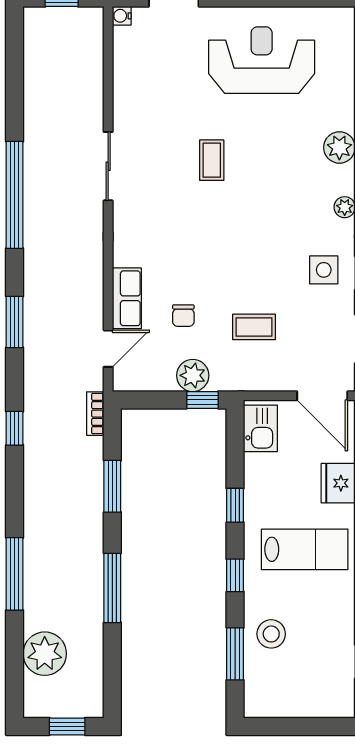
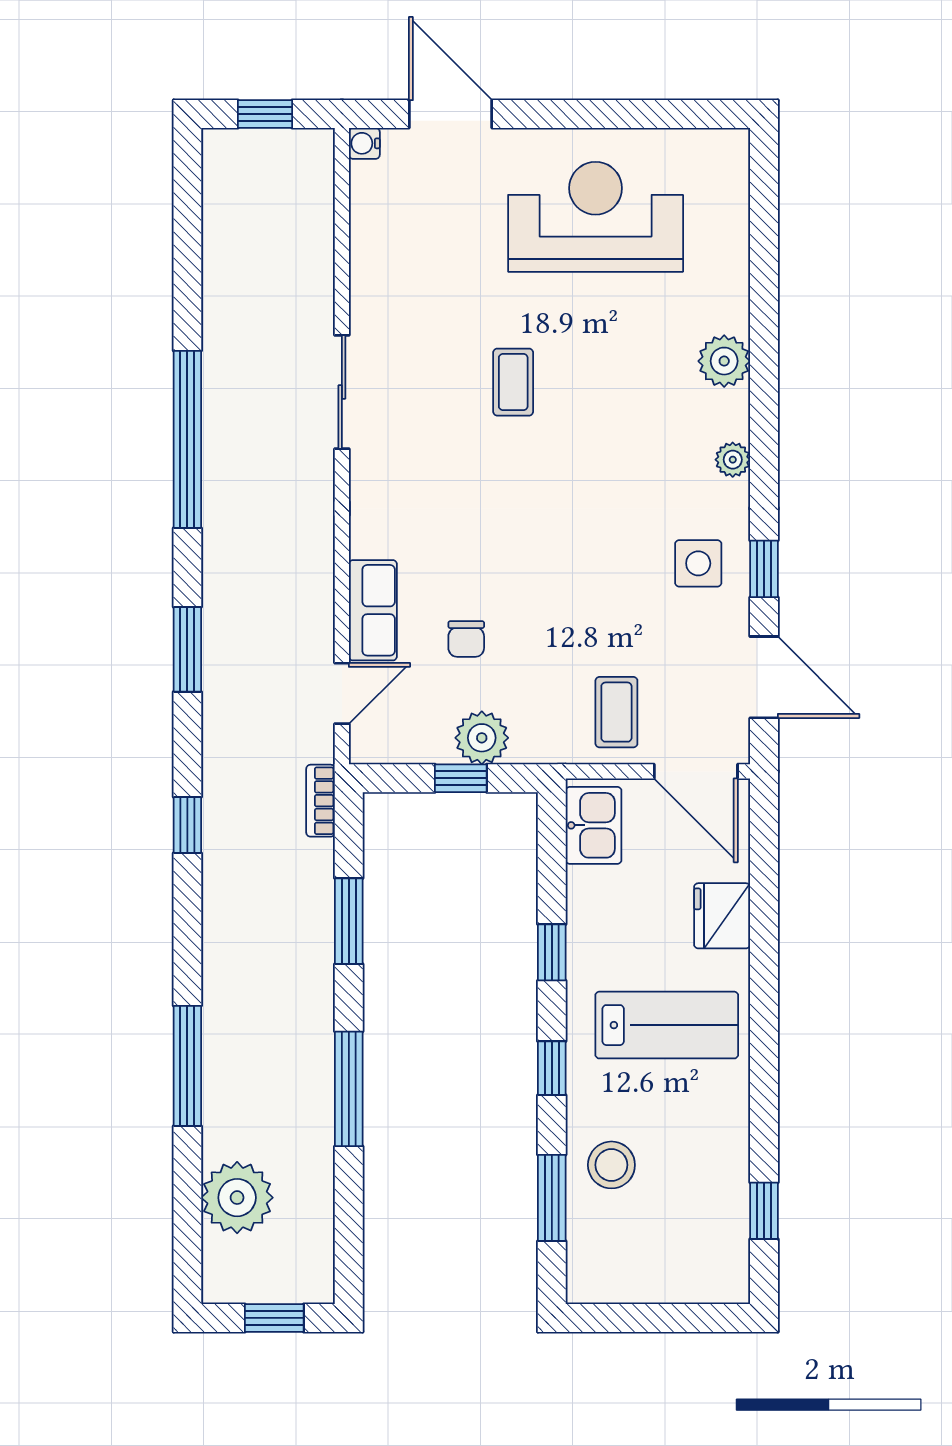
coffee table: (254, 327) -> (616, 712), moved, turned 90
window: (202, 400) -> (461, 778), moved

